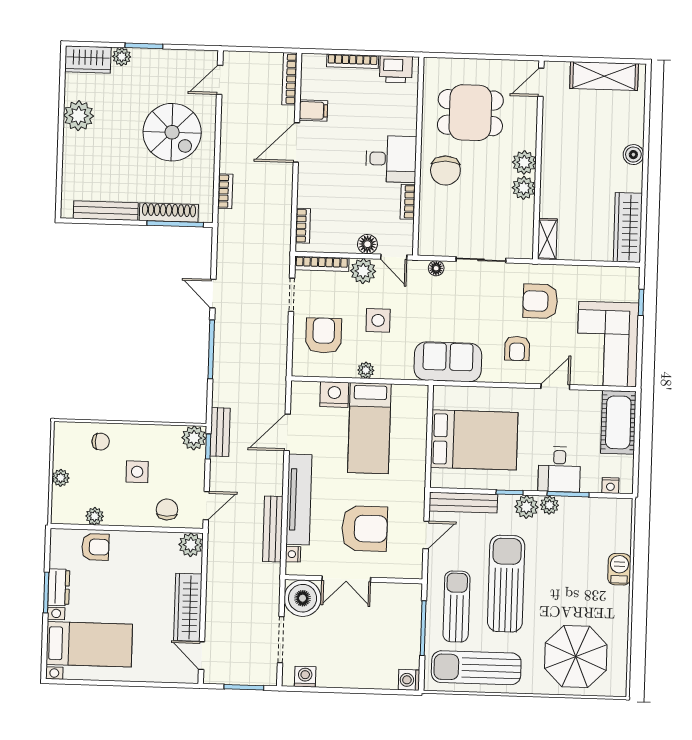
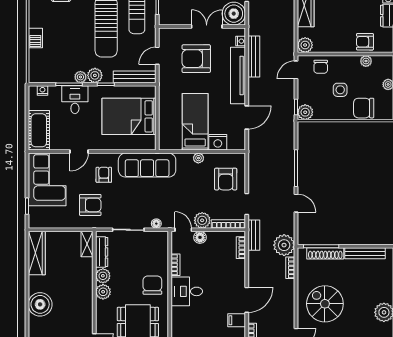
boiler: (633, 155) -> (40, 304), width x1.86, depth x1.86
dresser: (525, 226) -> (102, 252), added
plant: (234, 228) -> (284, 245), added
side table: (378, 320) -> (192, 190), removed
sofa: (448, 362) -> (147, 165), width x1.36
bench: (220, 432) -> (254, 235), moved
chair: (101, 442) -> (364, 108), width x1.87, depth x1.87

